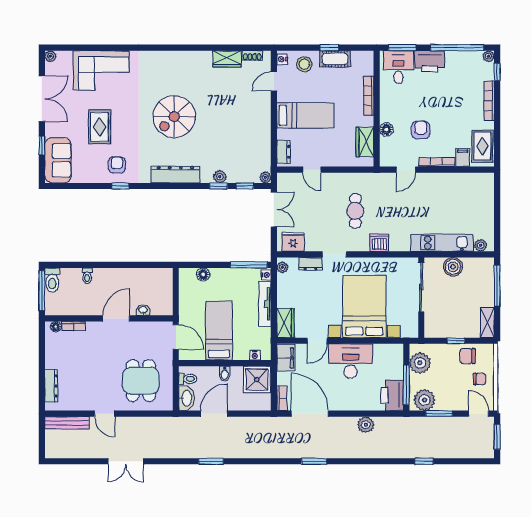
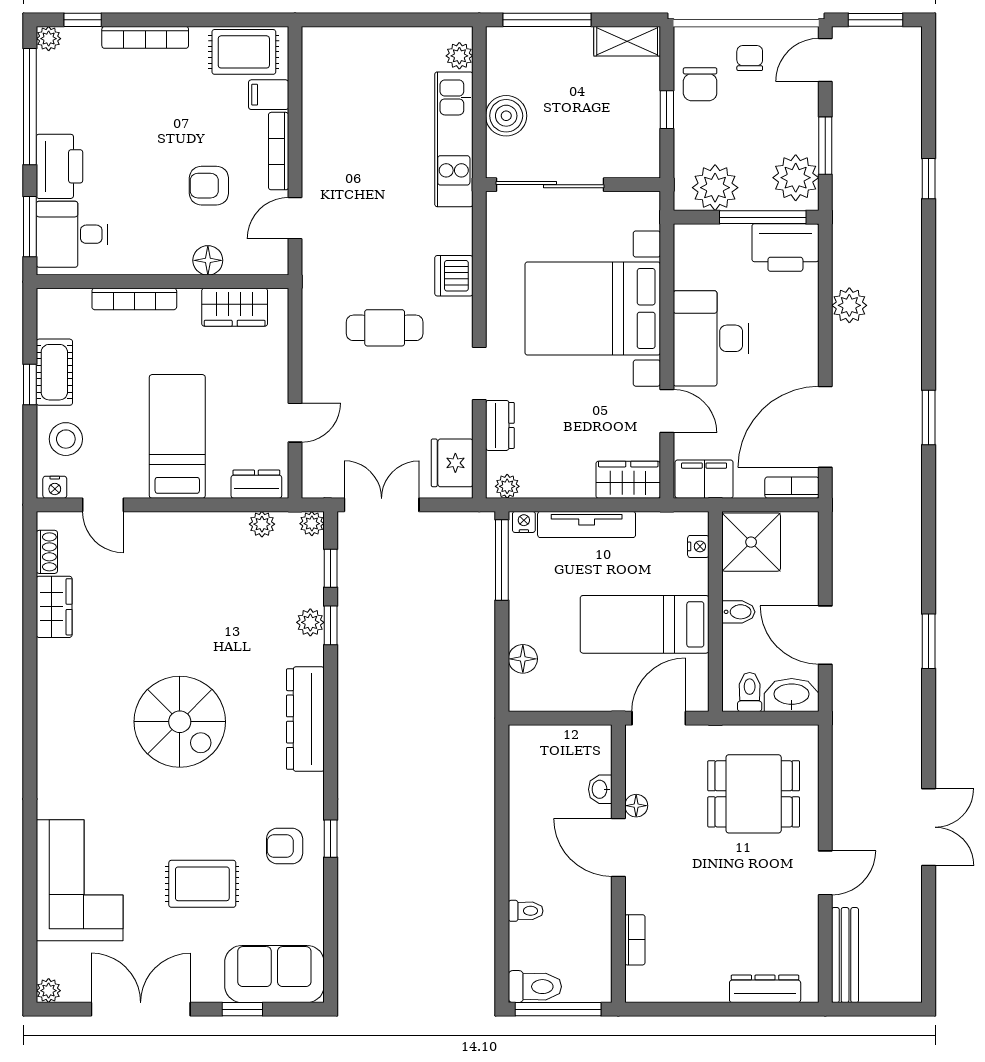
plant: (265, 154) -> (262, 524), added
door: (406, 170) -> (295, 218), swing flipped
floor lamp: (56, 327) -> (636, 806), moved

